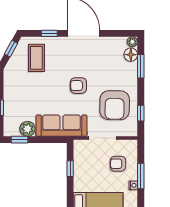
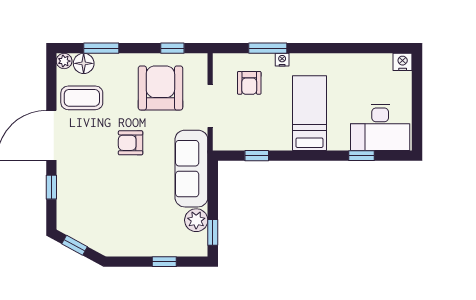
coffee table: (36, 58) -> (82, 98), moved
armchair: (78, 86) -> (131, 143), turned 90
armchair: (115, 105) -> (160, 88), turned -91

